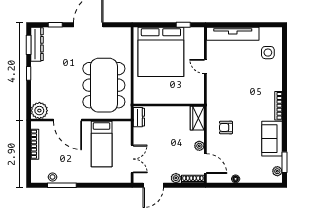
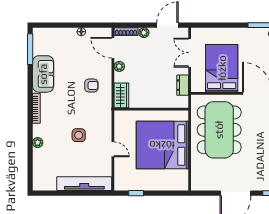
bed: (161, 52) -> (162, 145), moved, turned -90
side table: (268, 53) -> (79, 135), moved
dresser: (139, 117) -> (183, 85), moved
bed: (102, 144) -> (222, 68), width x1.50
window: (284, 162) -> (30, 49), width x1.44
plant: (277, 171) -> (38, 143), moved

